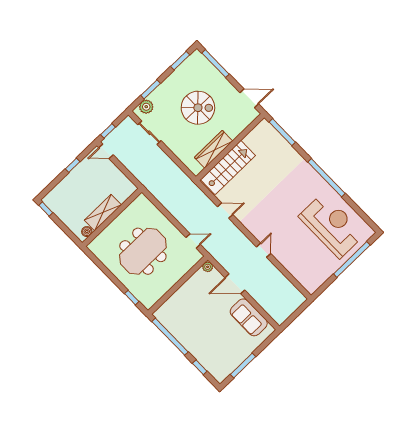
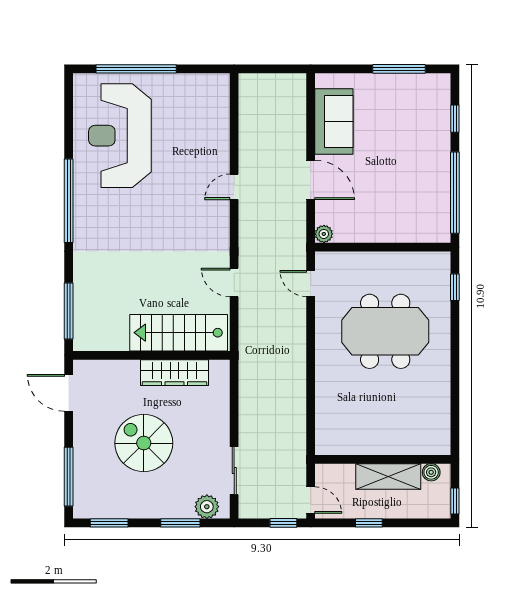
shelving: (103, 213) -> (388, 476), moved
wall: (112, 217) -> (383, 459), moved
boiler: (87, 232) -> (431, 472), moved

